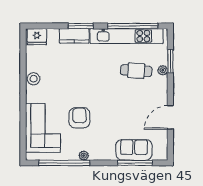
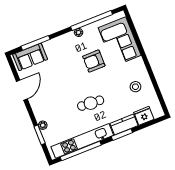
fridge: (37, 37) -> (144, 116), moved
cafe table: (136, 71) -> (91, 103), moved
stool: (34, 79) -> (135, 87), moved
armchair: (79, 118) -> (94, 61), turned 90
sofa: (134, 150) -> (30, 57), moved

